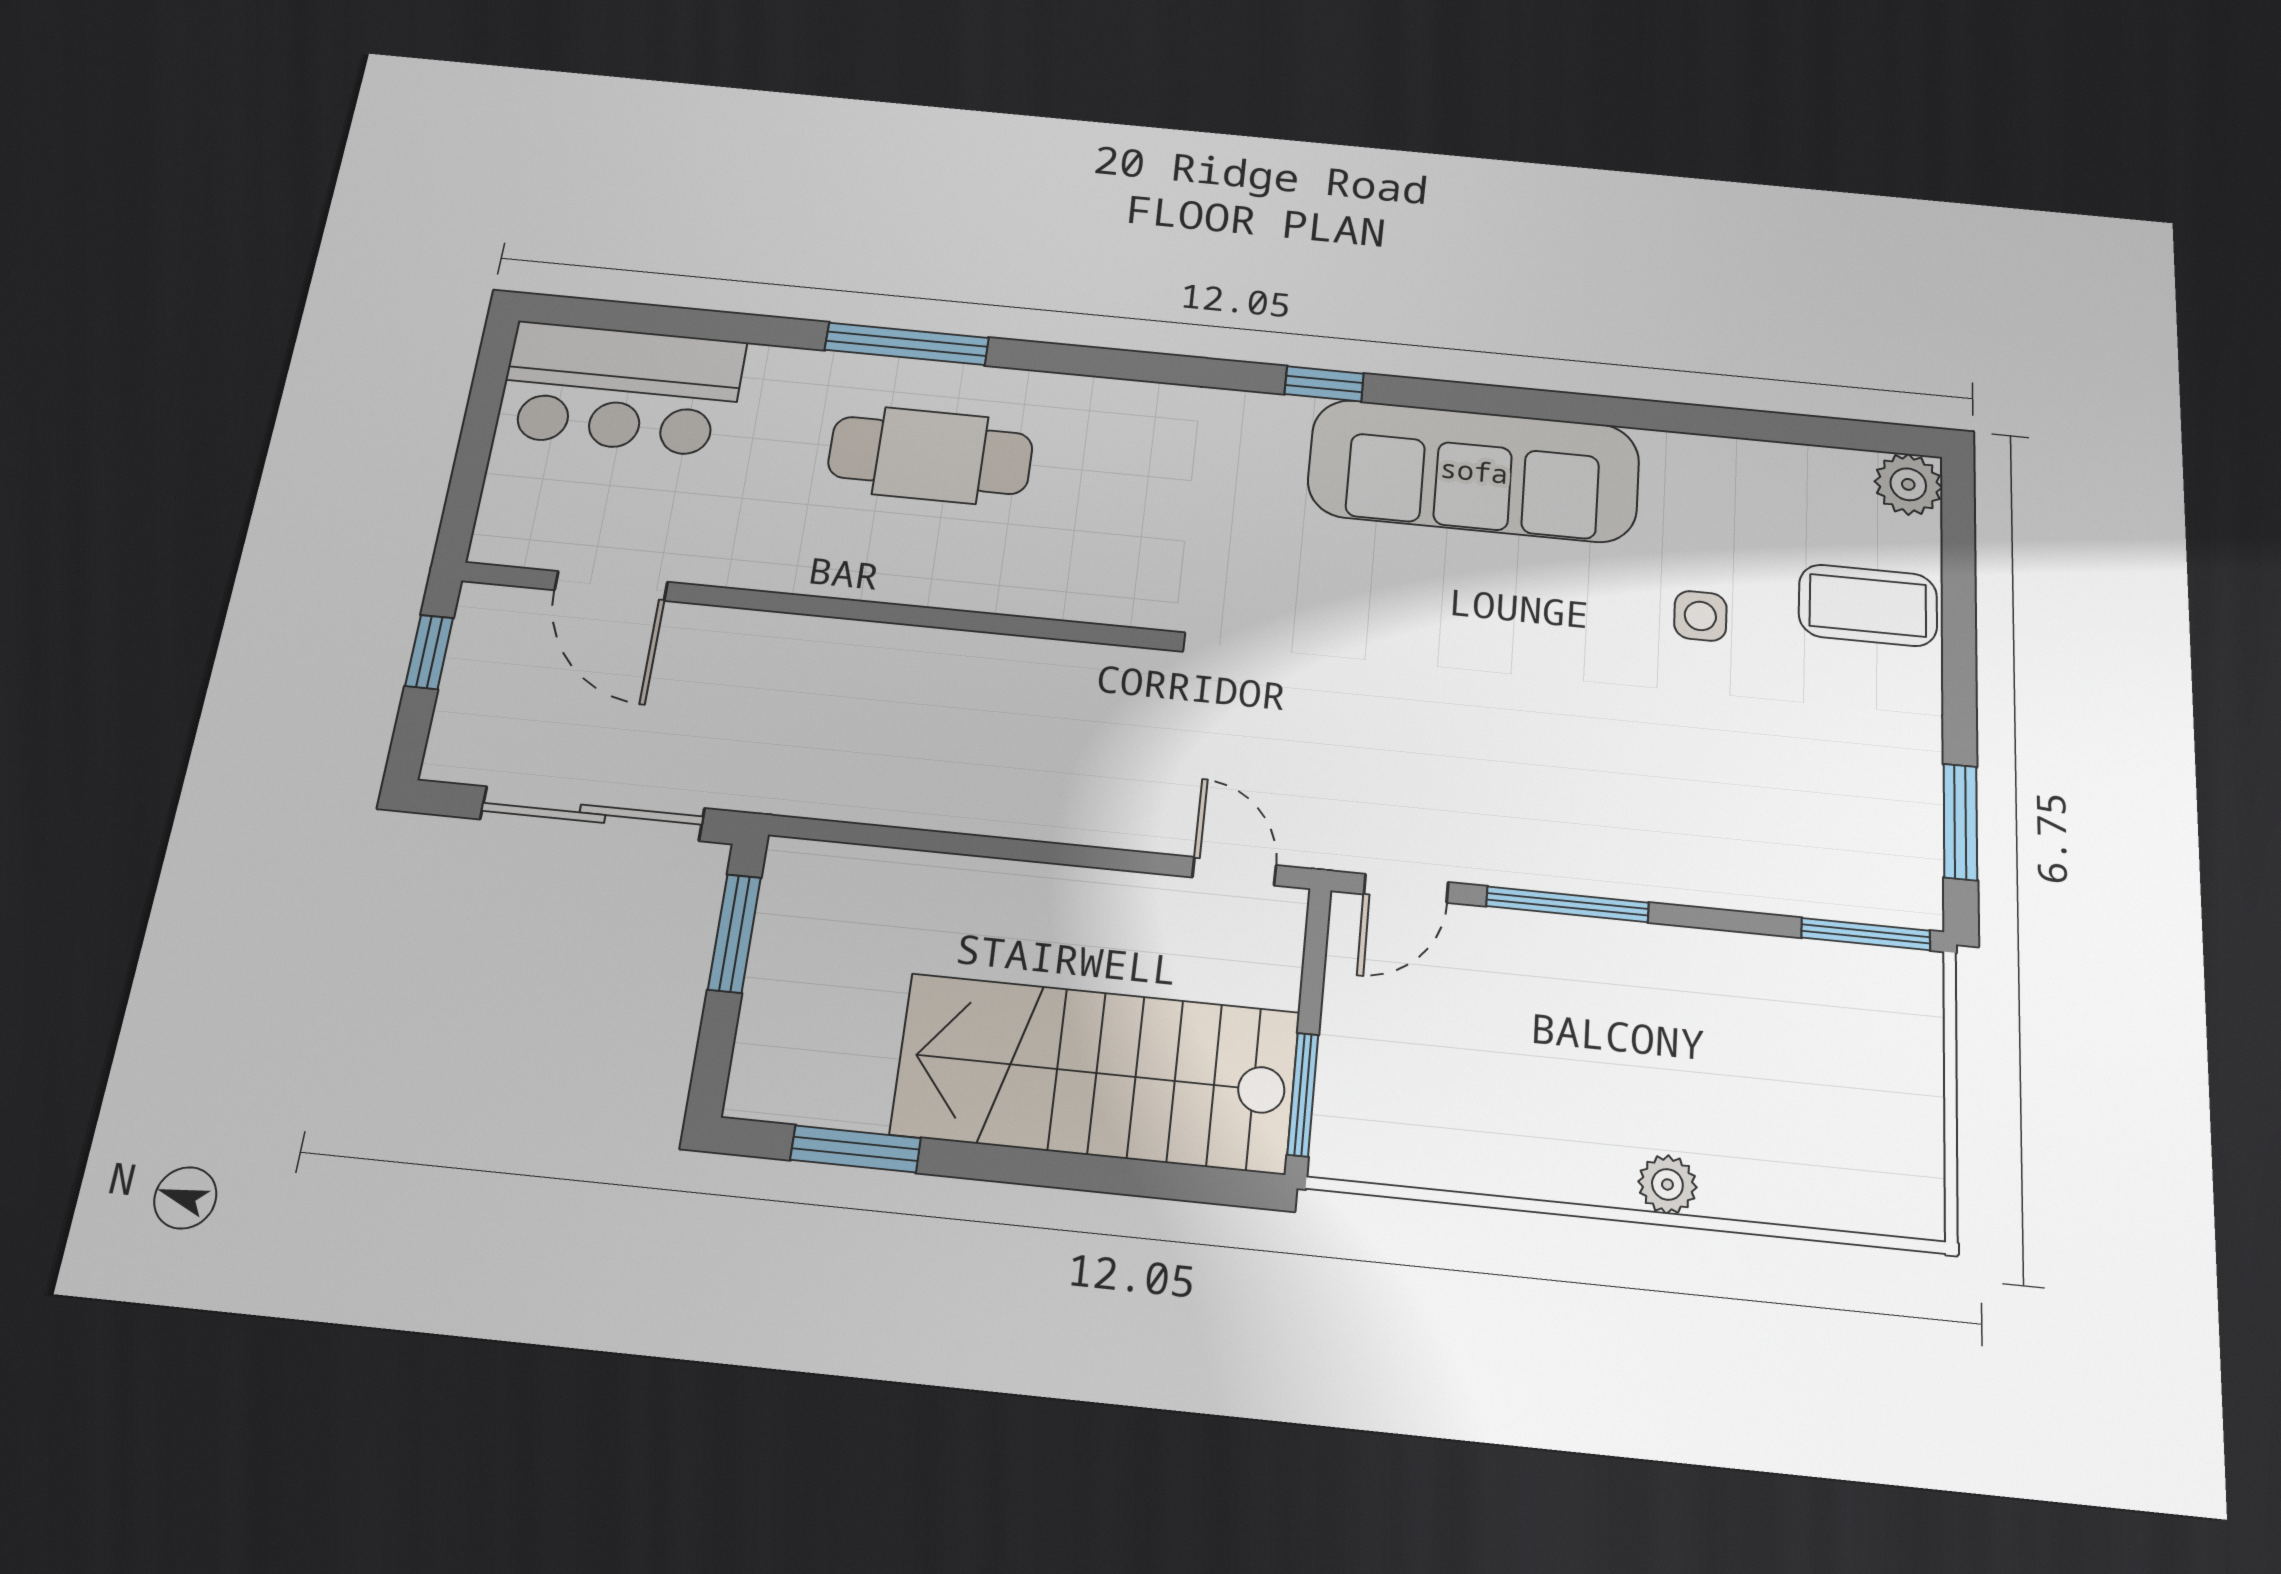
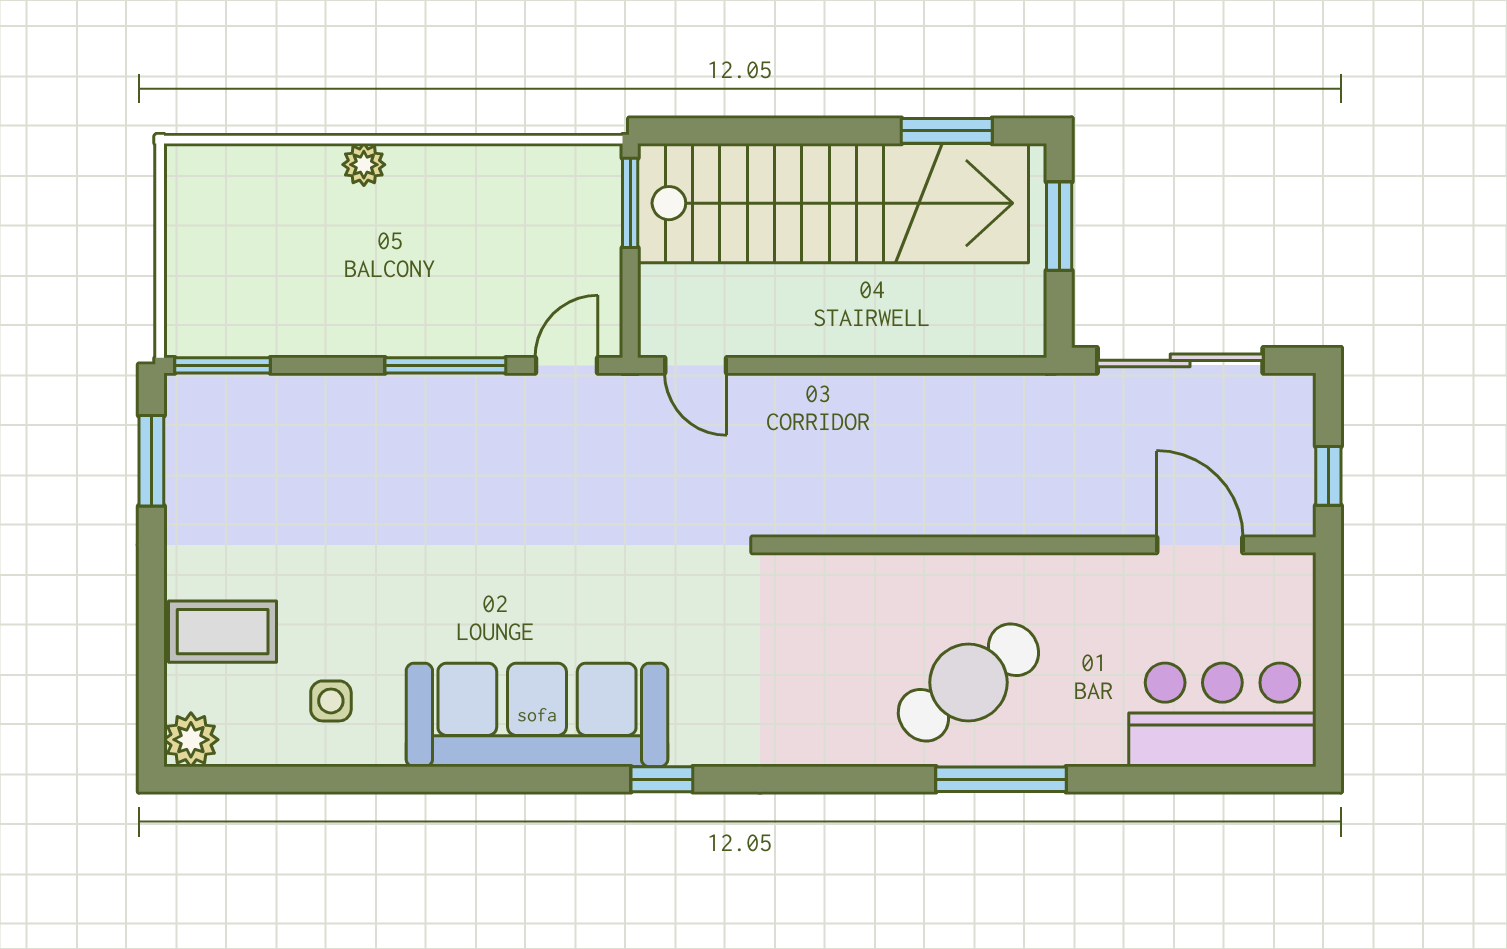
cafe table: (930, 455) -> (968, 682), turned -36
side table: (1700, 616) -> (331, 701), moved
window: (734, 933) -> (1059, 226), moved
stairs: (1096, 1073) -> (833, 203), width x1.36

